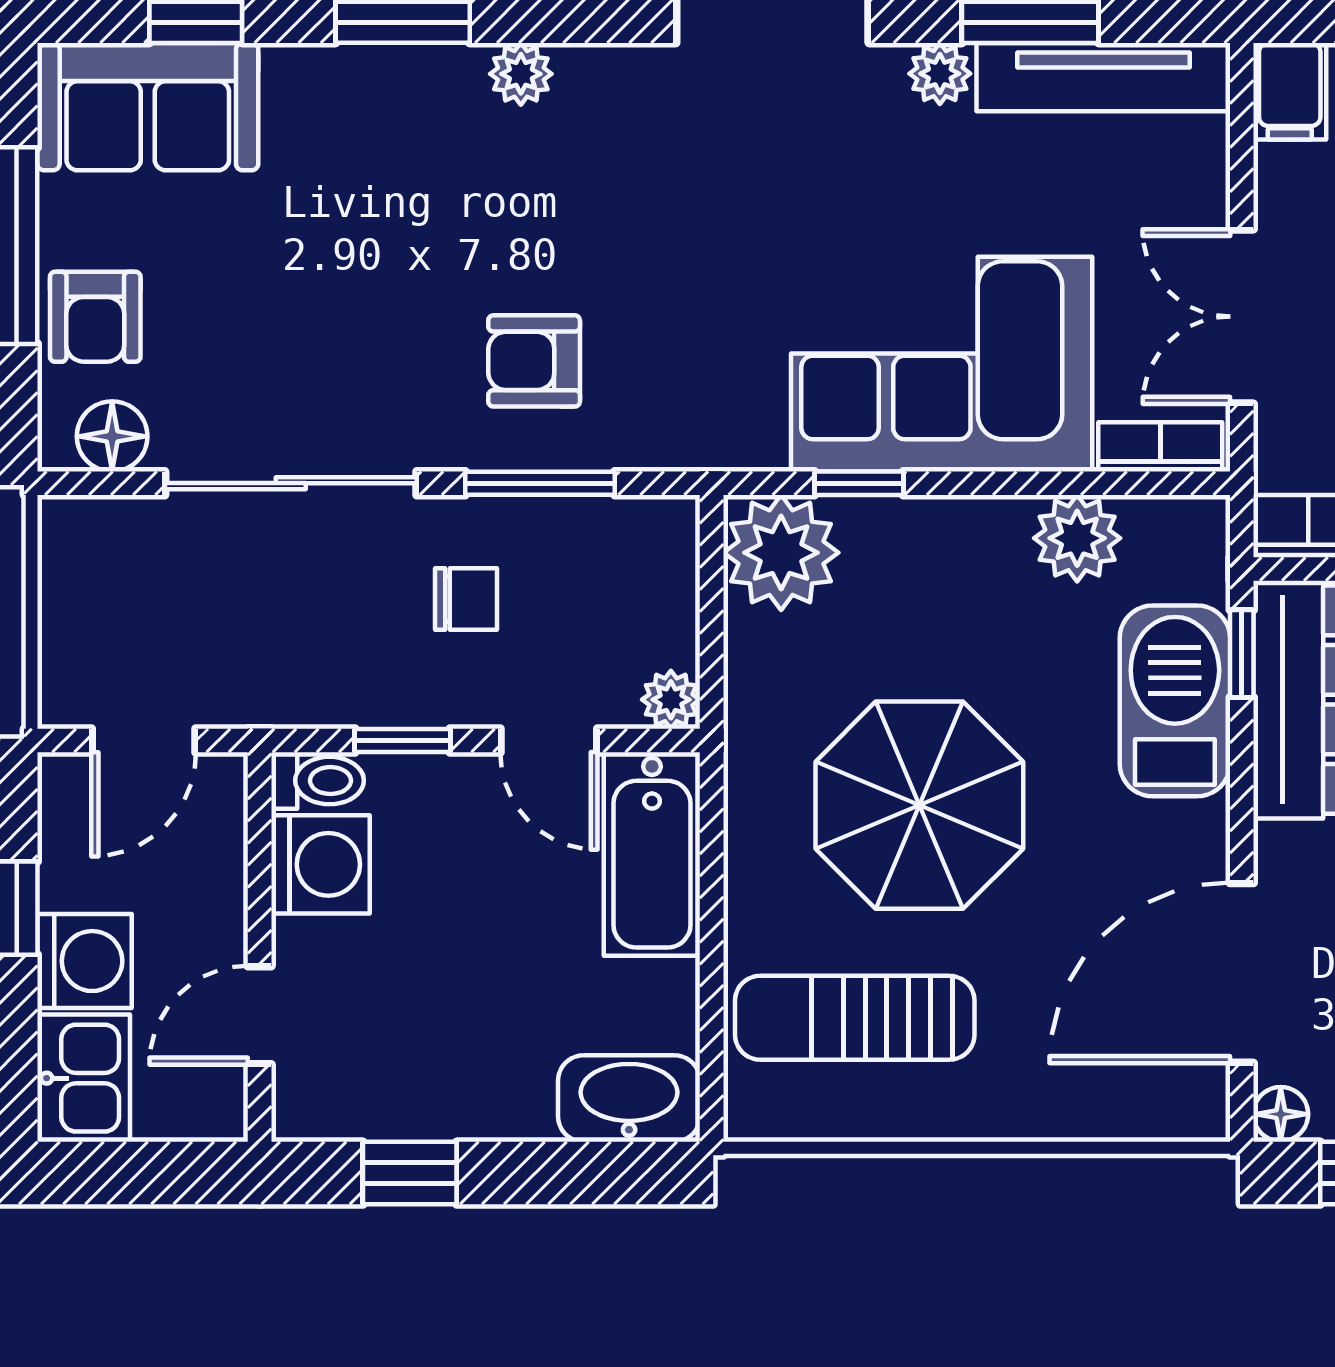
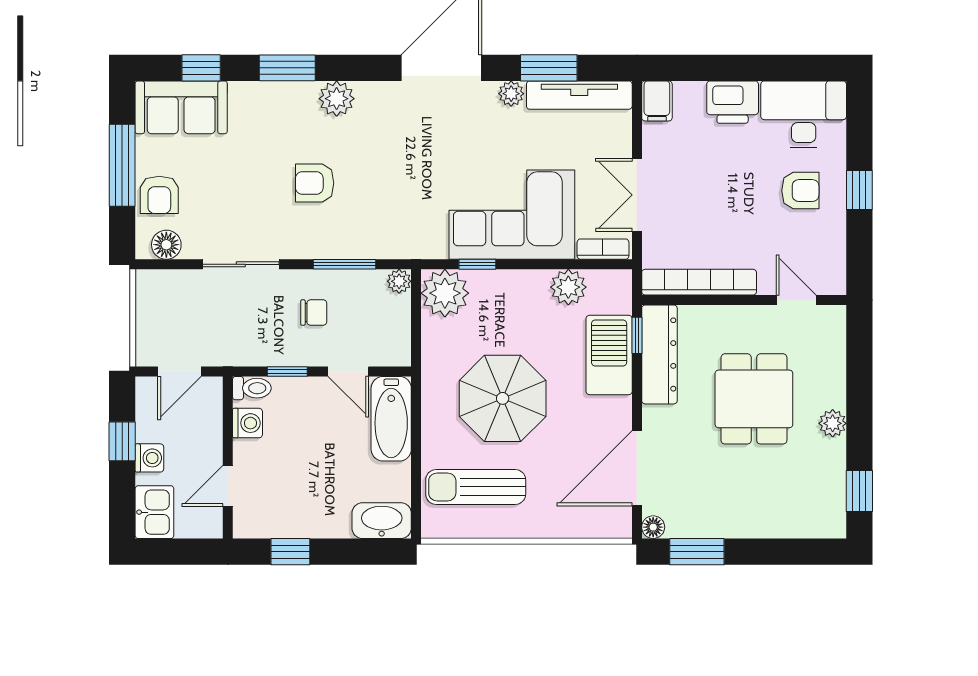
plant: (521, 74) -> (337, 99), width x1.38, depth x1.38
armchair: (534, 361) -> (315, 183), moved
sliding door: (291, 483) -> (241, 264), width x0.73
plant: (671, 700) -> (399, 281), moved
washing machine: (321, 864) -> (248, 423), width x0.73, depth x0.73
washing machine: (85, 961) -> (149, 458), width x0.73, depth x0.73

